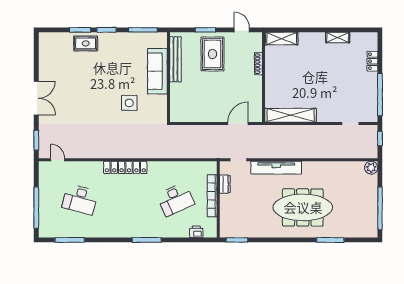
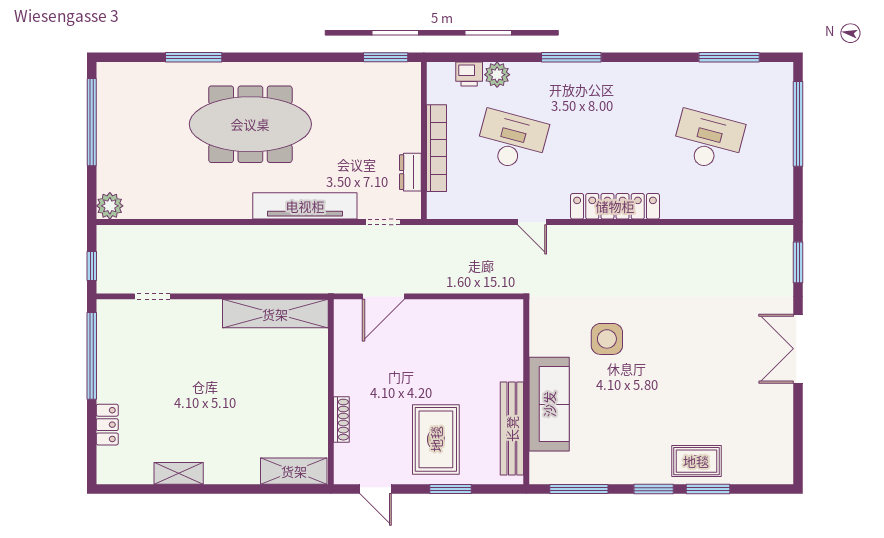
door: (58, 160) -> (532, 222), moved
desk: (176, 199) -> (512, 141), turned 39
plant: (183, 231) -> (497, 75), added

